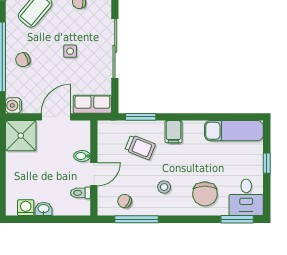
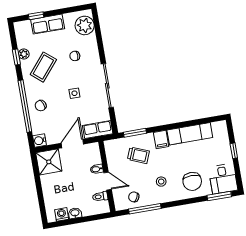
exam couch: (234, 131) -> (190, 134), moved
door: (94, 174) -> (108, 181), hinge flipped

